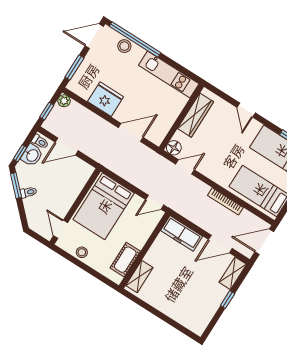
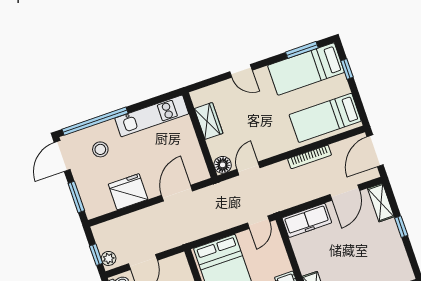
stool: (124, 46) -> (100, 149), moved
plant: (64, 101) -> (109, 258), moved
wardrobe: (196, 115) -> (209, 121), width x0.67

